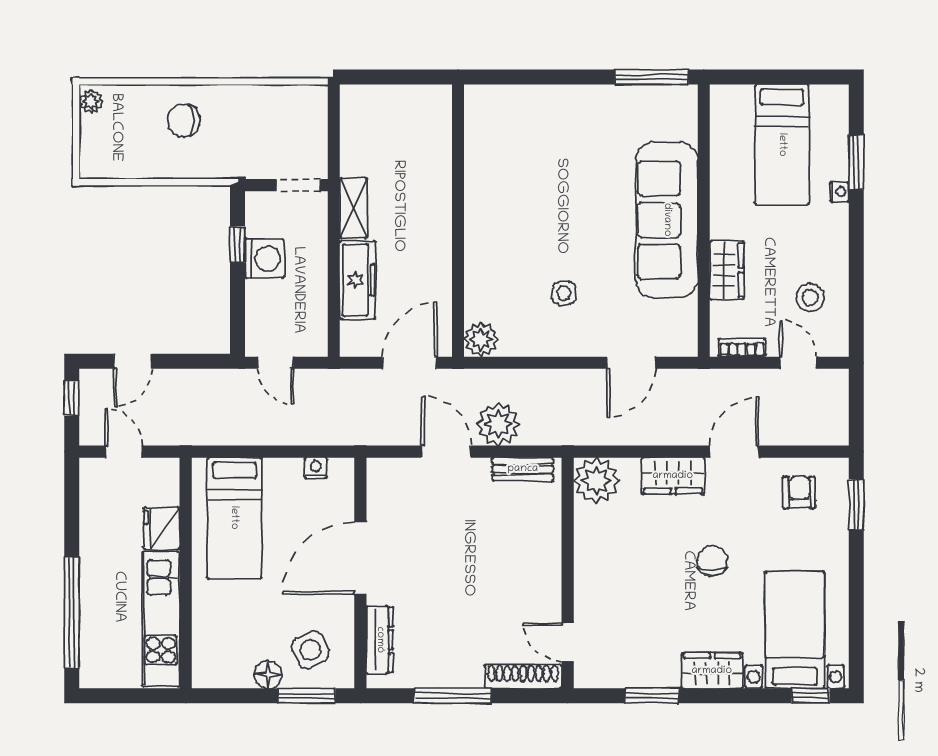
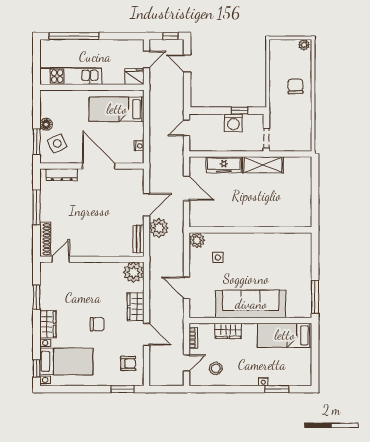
bed: (782, 145) -> (285, 335), moved
shelving: (353, 208) -> (263, 165), width x1.50, depth x1.33
wall: (458, 221) -> (250, 230), moved
plant: (481, 340) -> (197, 240), moved
fridge: (162, 528) -> (134, 77), moved

